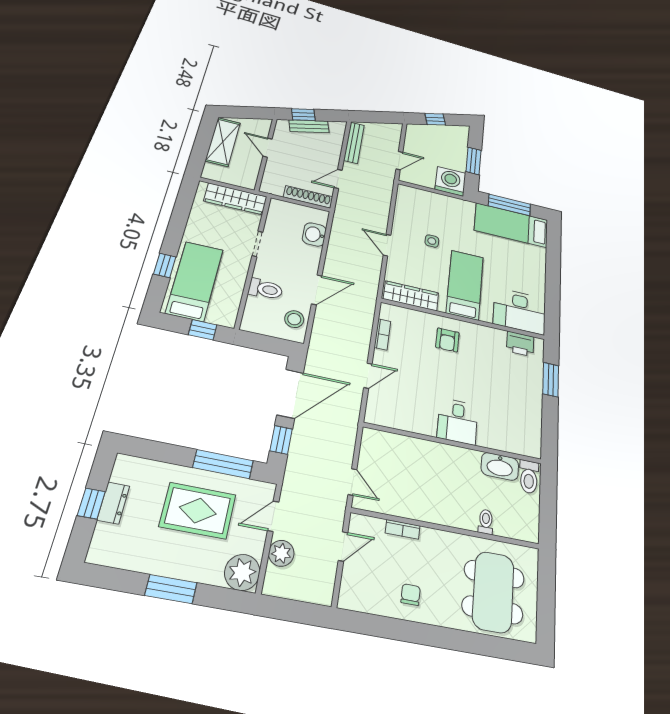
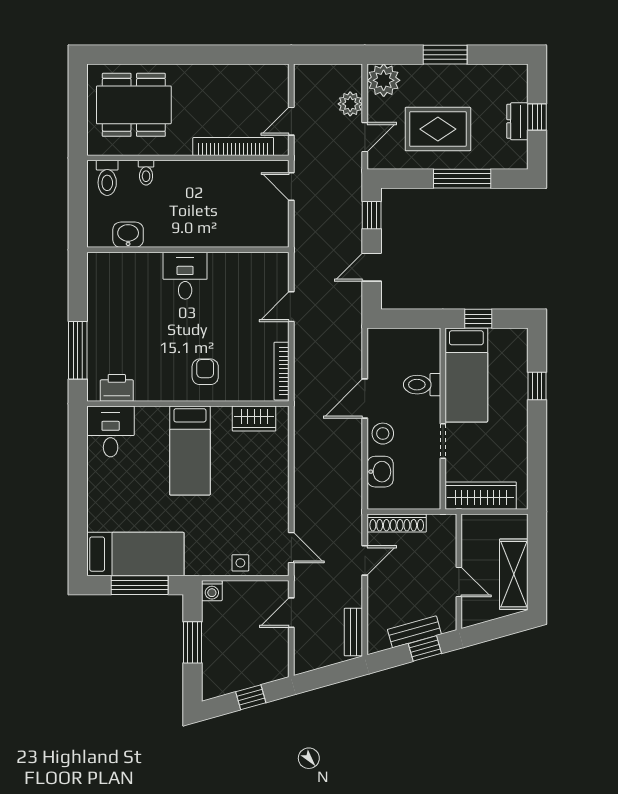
bench: (354, 143) -> (353, 632), width x0.73
washing machine: (450, 181) -> (212, 591), width x0.53, depth x0.53
side table: (432, 241) -> (240, 563), moved
door: (387, 245) -> (291, 548), moved
bed: (195, 281) -> (466, 375), moved
wardrobe: (411, 296) -> (254, 419), width x0.67
desk: (520, 311) -> (111, 431), width x0.73
stool: (294, 319) -> (383, 434), moved
bookcase: (382, 334) -> (282, 371), width x1.56
window: (551, 380) -> (78, 350), width x1.44
door: (290, 394) -> (372, 267), width x0.53
window: (223, 464) -> (462, 179), moved
washbasin: (500, 466) -> (128, 235), width x0.72
toilet: (529, 477) -> (107, 178), moved, turned 180
bookcase: (403, 529) -> (233, 146), width x2.31, depth x1.31
dining table: (493, 592) -> (134, 105), turned 90
chair: (411, 595) -> (218, 88), removed

